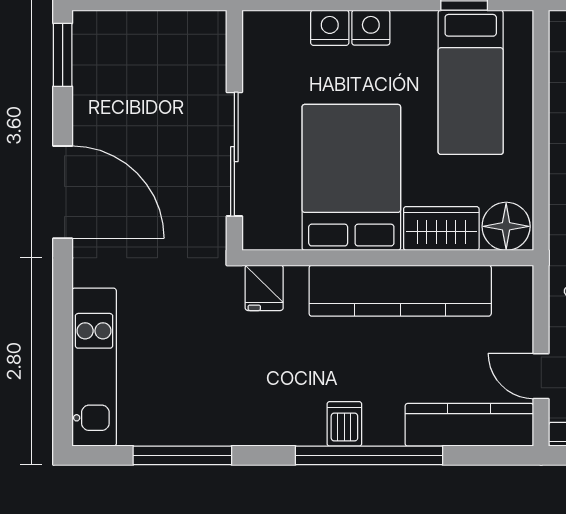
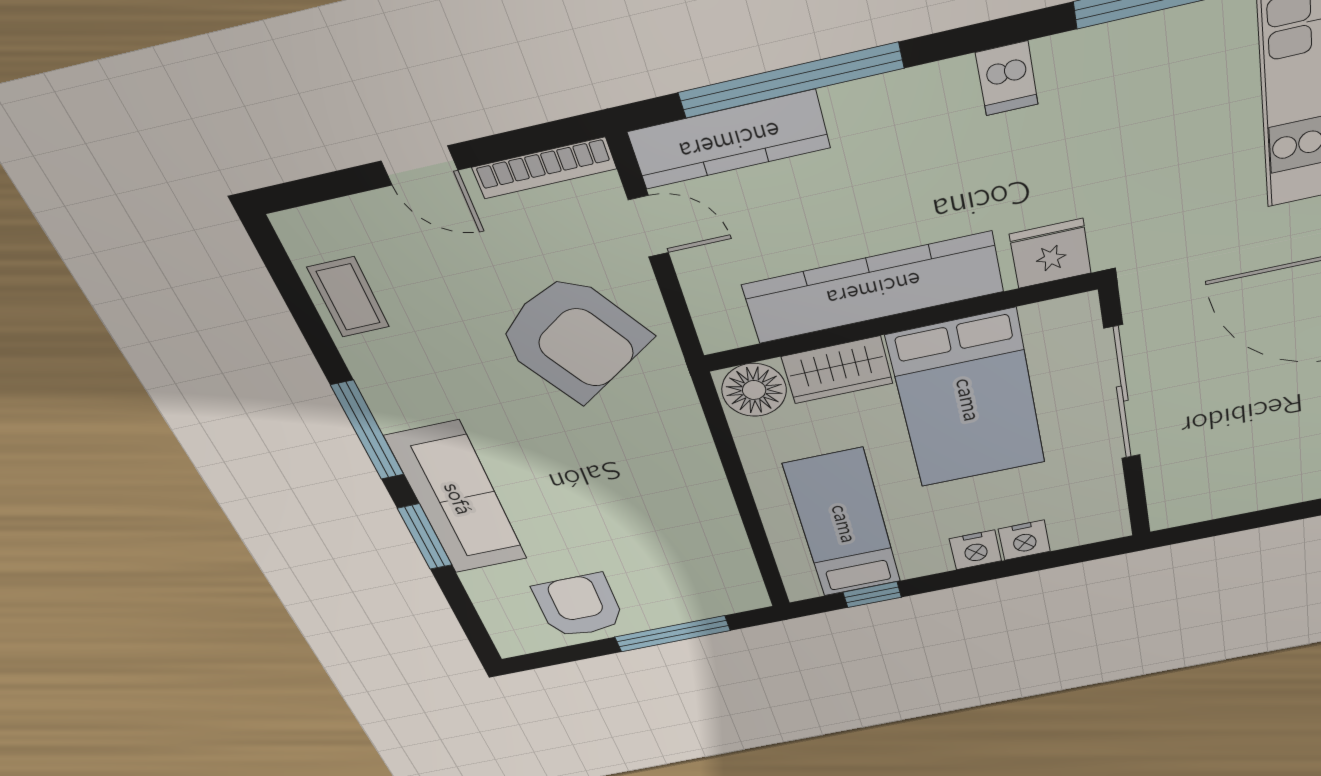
fridge: (264, 288) -> (1050, 254), width x1.38
dishwasher: (344, 424) -> (1007, 78), moved
window: (369, 455) -> (791, 80), moved

